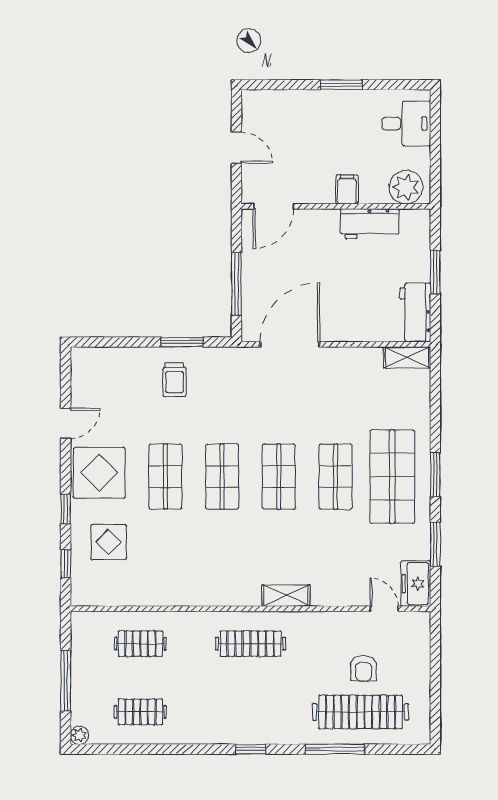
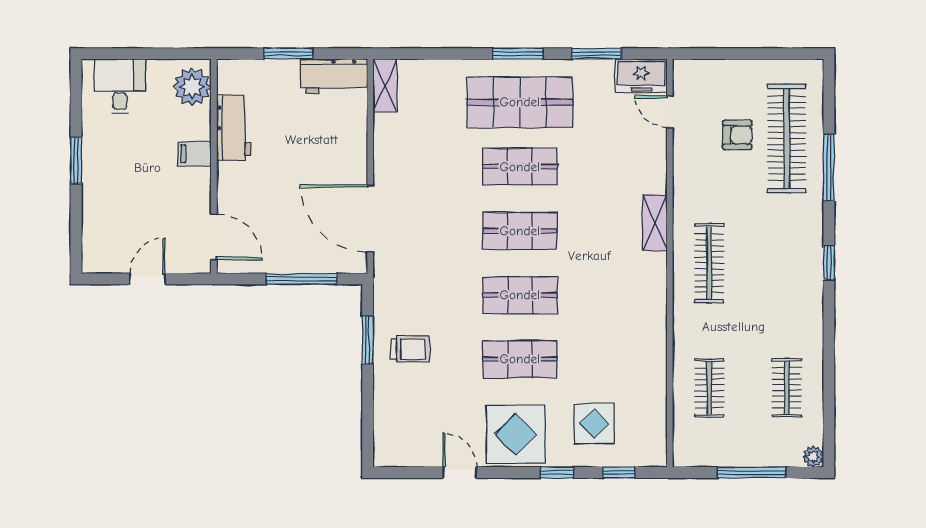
door: (384, 609) -> (670, 112), hinge flipped

